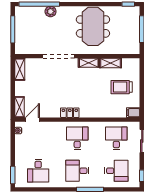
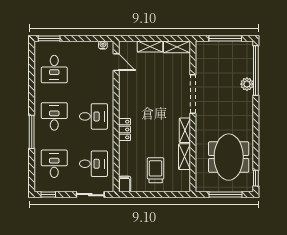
meeting table: (93, 26) -> (229, 157), moved, turned 90
shelving: (19, 107) -> (150, 47), moved
locker: (70, 113) -> (125, 130), moved
desk: (38, 171) -> (54, 69), turned -90
desk: (116, 171) -> (54, 164), turned 180

